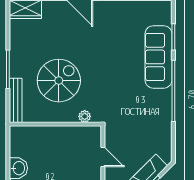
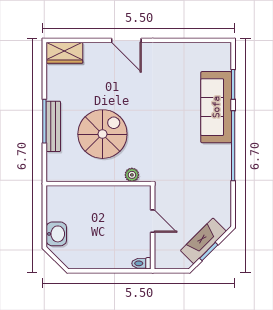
bench: (16, 100) -> (53, 126), moved

